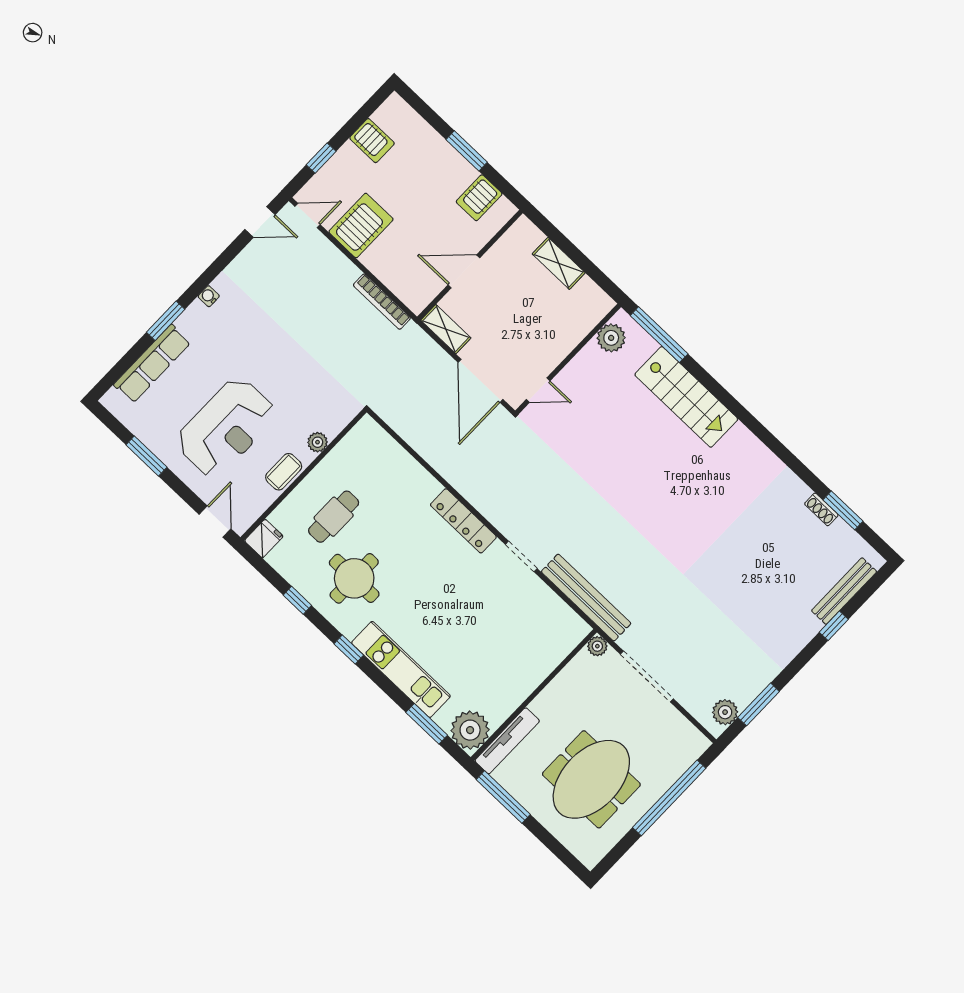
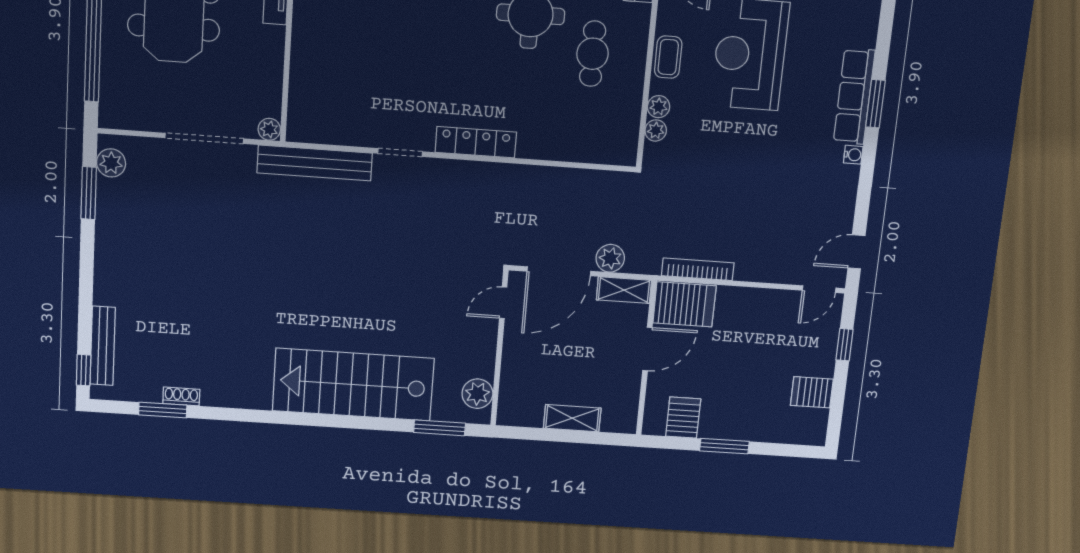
server rack: (361, 226) -> (684, 304), moved, turned -90
window: (659, 335) -> (440, 428), width x0.69
plant: (437, 361) -> (610, 258), added
row of seats: (152, 364) -> (854, 96), moved
door: (481, 381) -> (559, 271), swing flipped
stairs: (686, 397) -> (353, 385), width x1.36, depth x1.51
plant: (333, 427) -> (656, 130), added
window: (834, 626) -> (84, 370), moved

